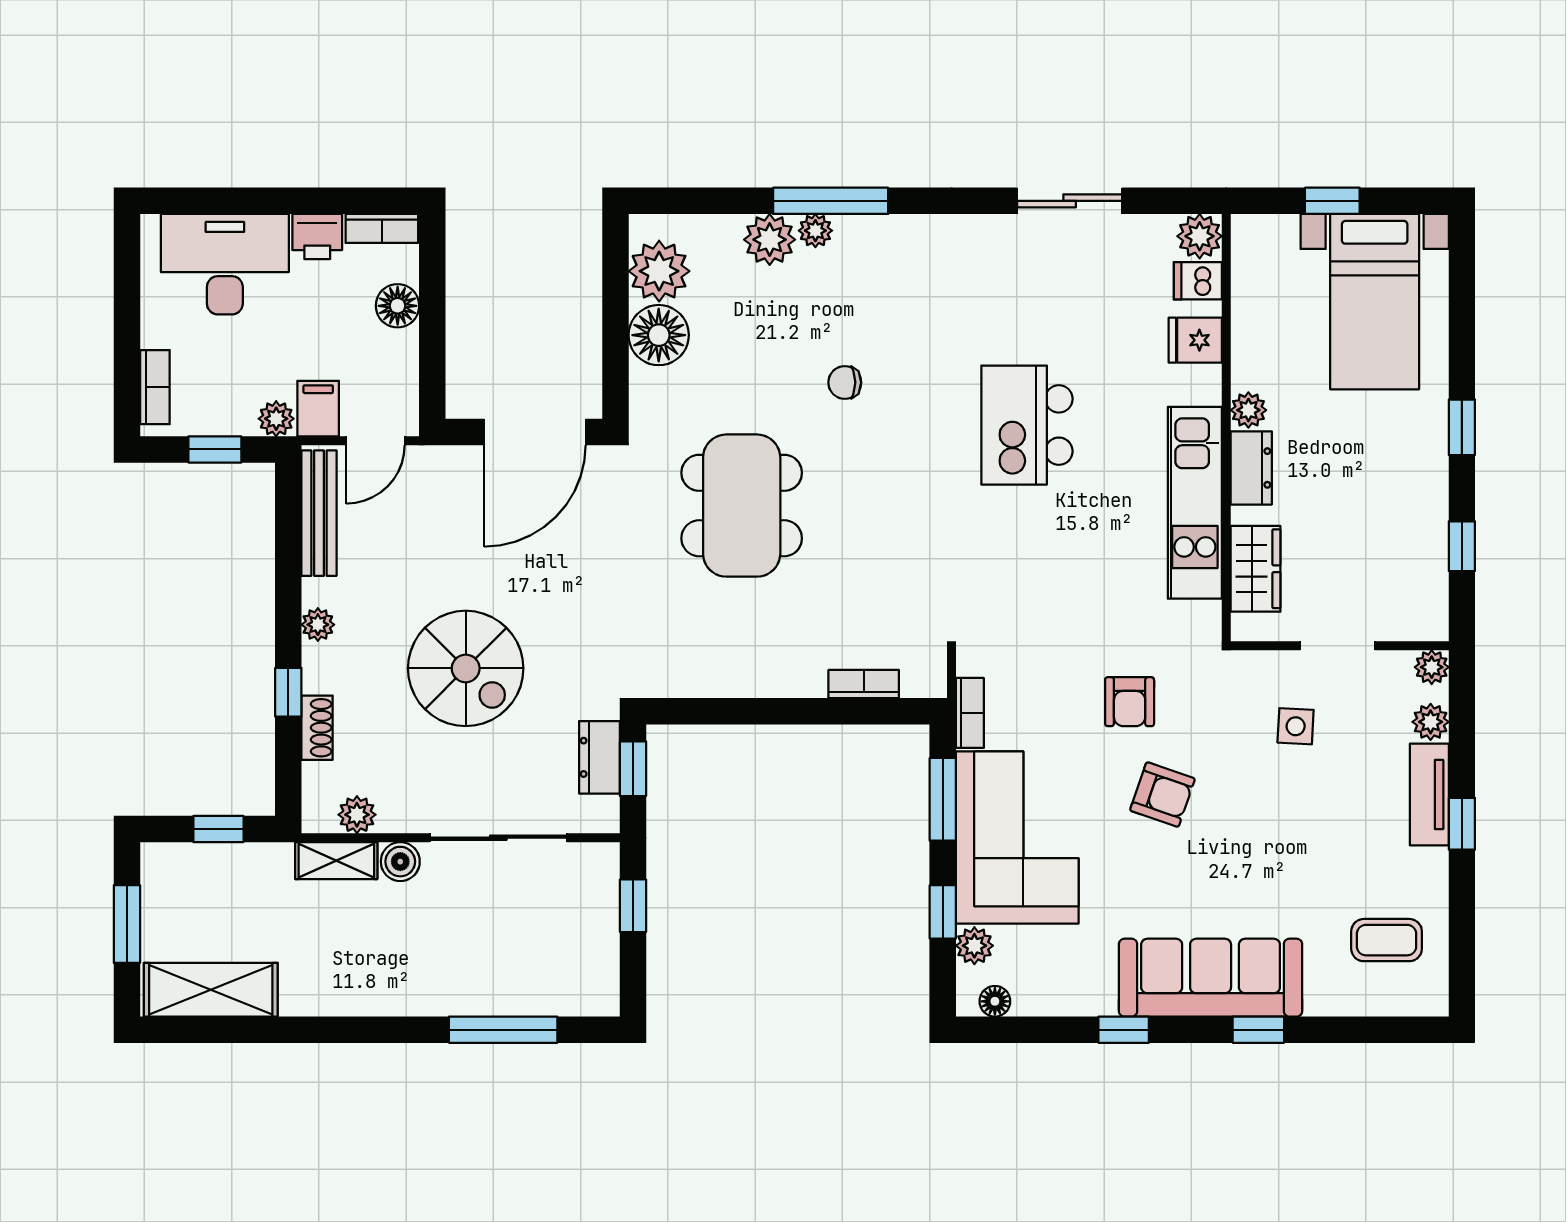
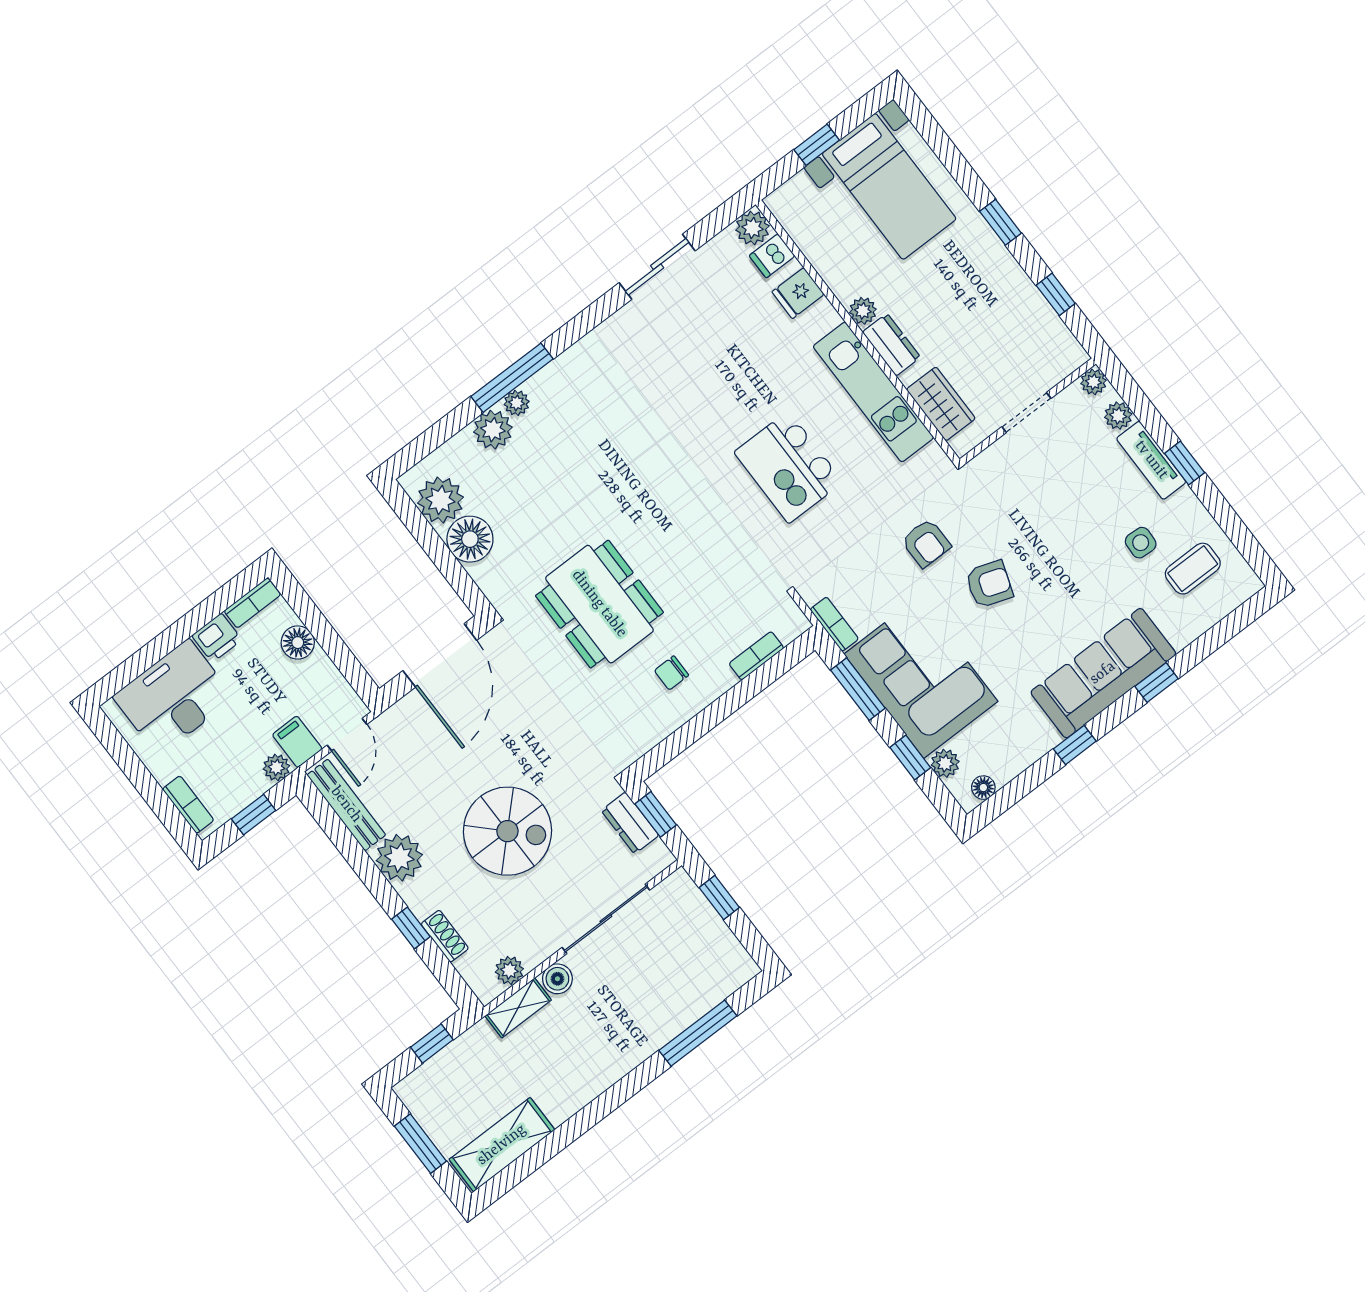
chair: (845, 382) -> (671, 673), moved
kitchen island: (1027, 425) -> (789, 467), moved
plant: (318, 625) -> (399, 858), width x1.87, depth x1.87
side table: (1296, 726) -> (1141, 543), moved

